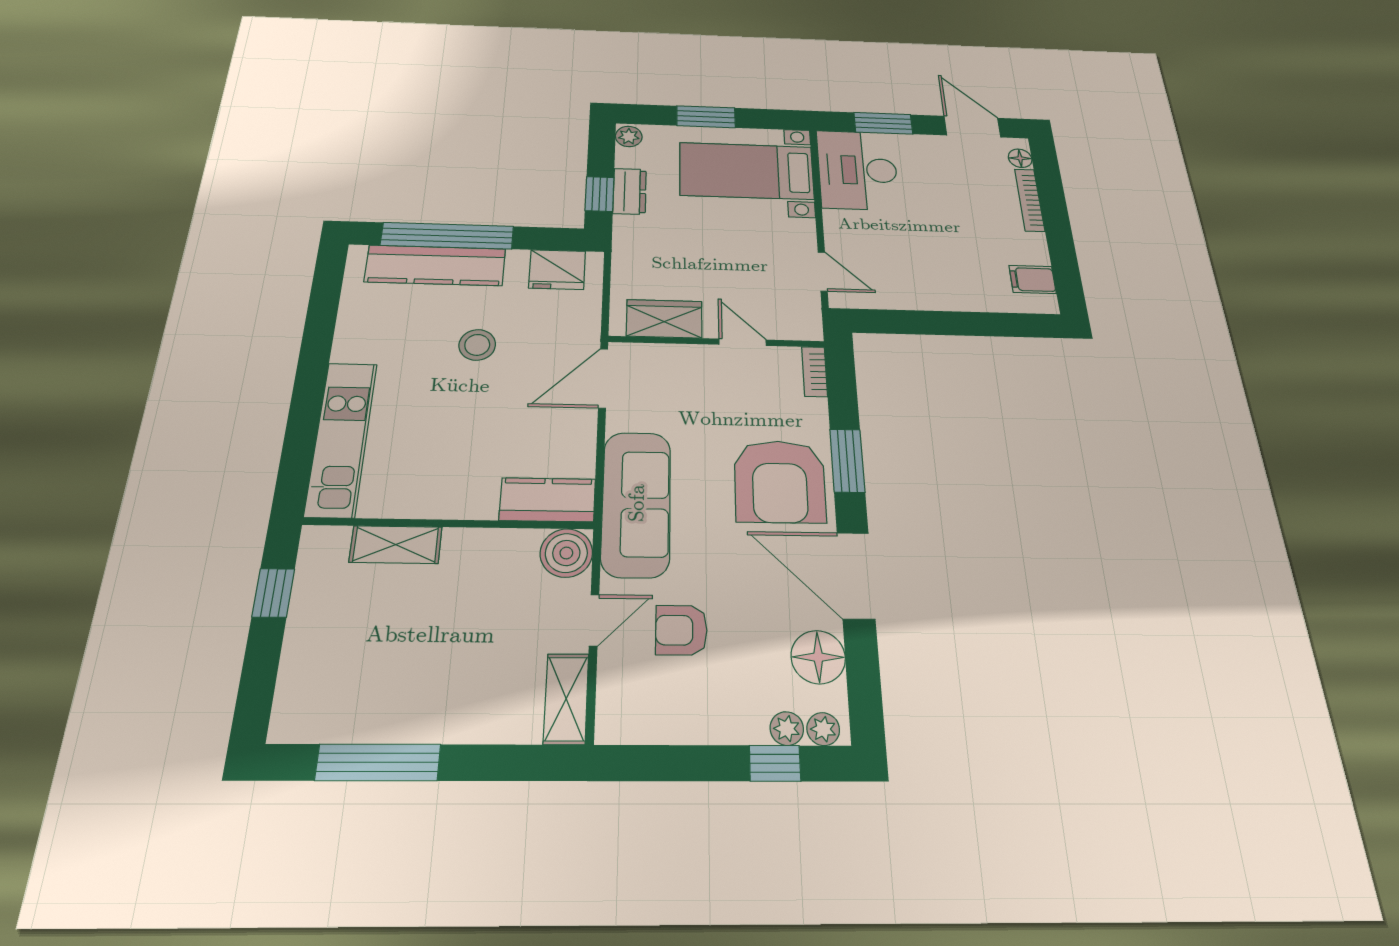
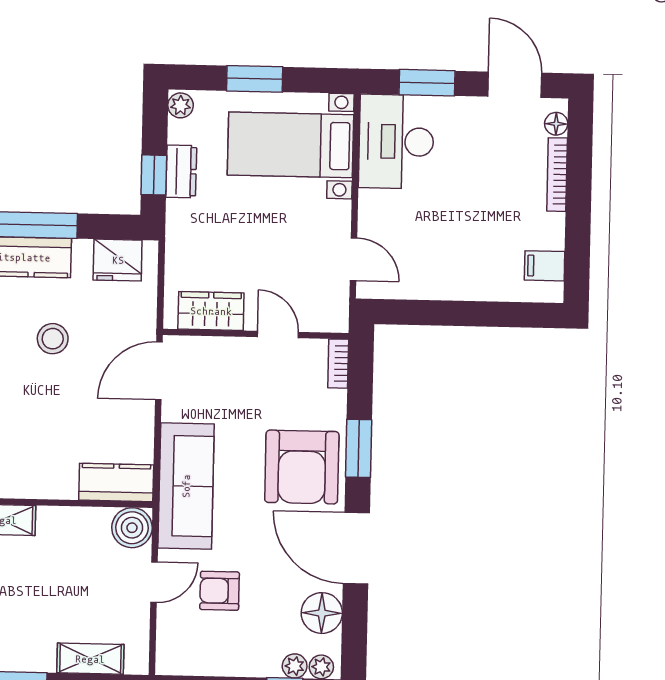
shelving: (566, 699) -> (90, 659), moved, turned 90

